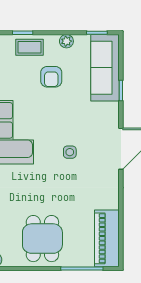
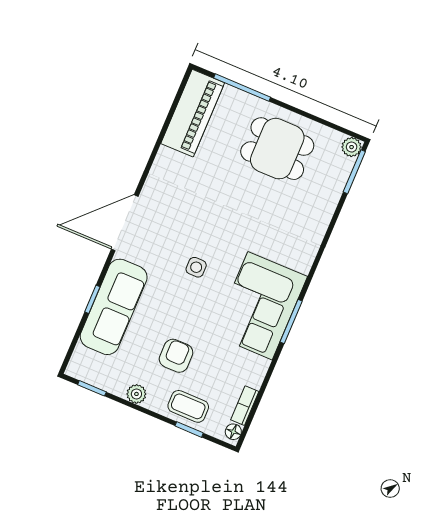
sofa: (105, 68) -> (114, 307), moved
side table: (70, 152) -> (196, 267), moved
dining table: (42, 239) -> (277, 149), turned 90

